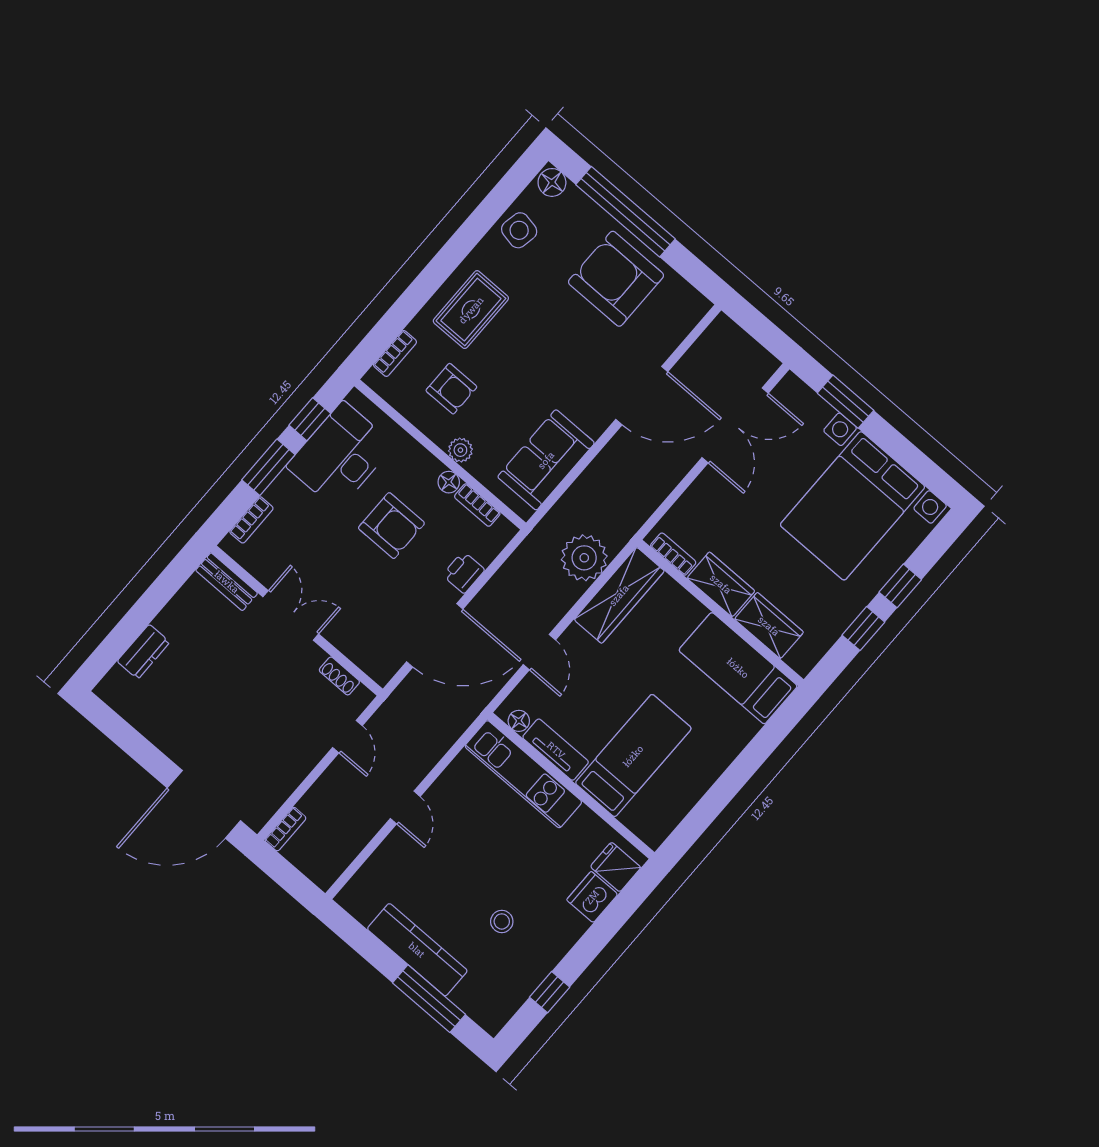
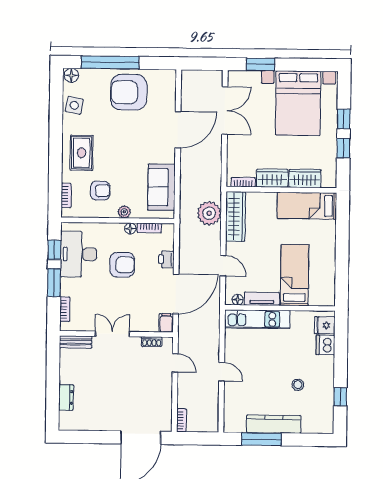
filing cabinet: (384, 666) -> (166, 323), added
window: (429, 999) -> (262, 439), moved

